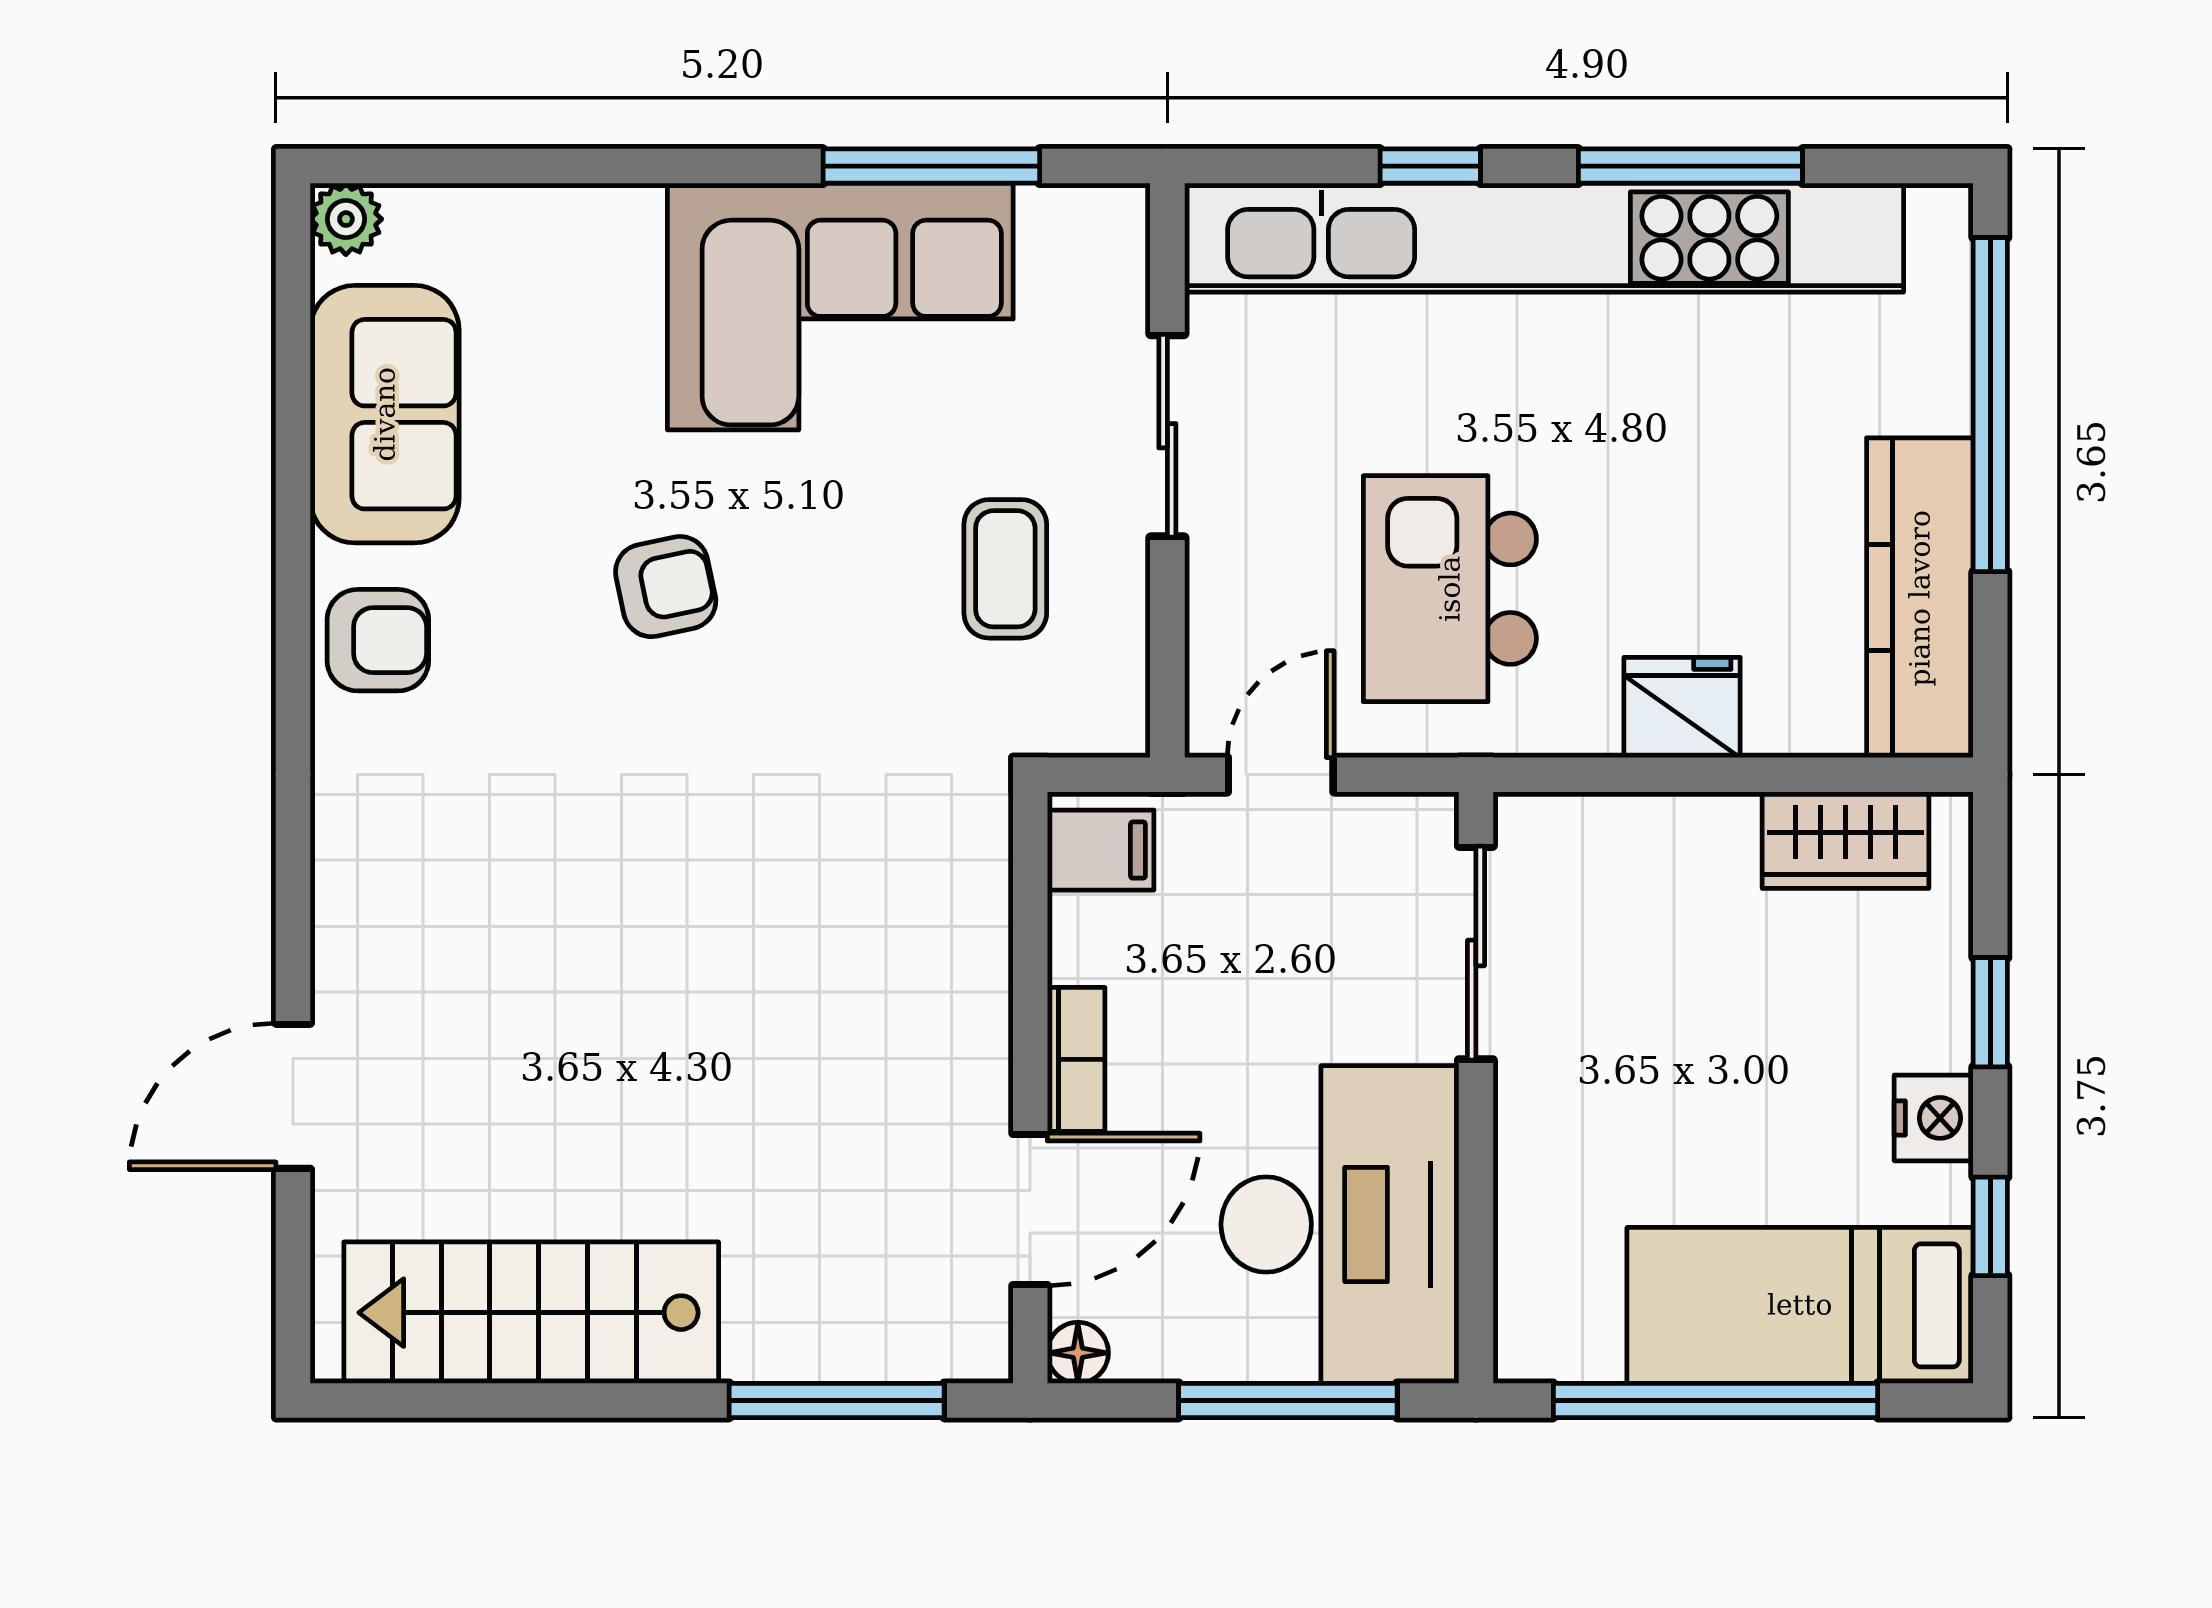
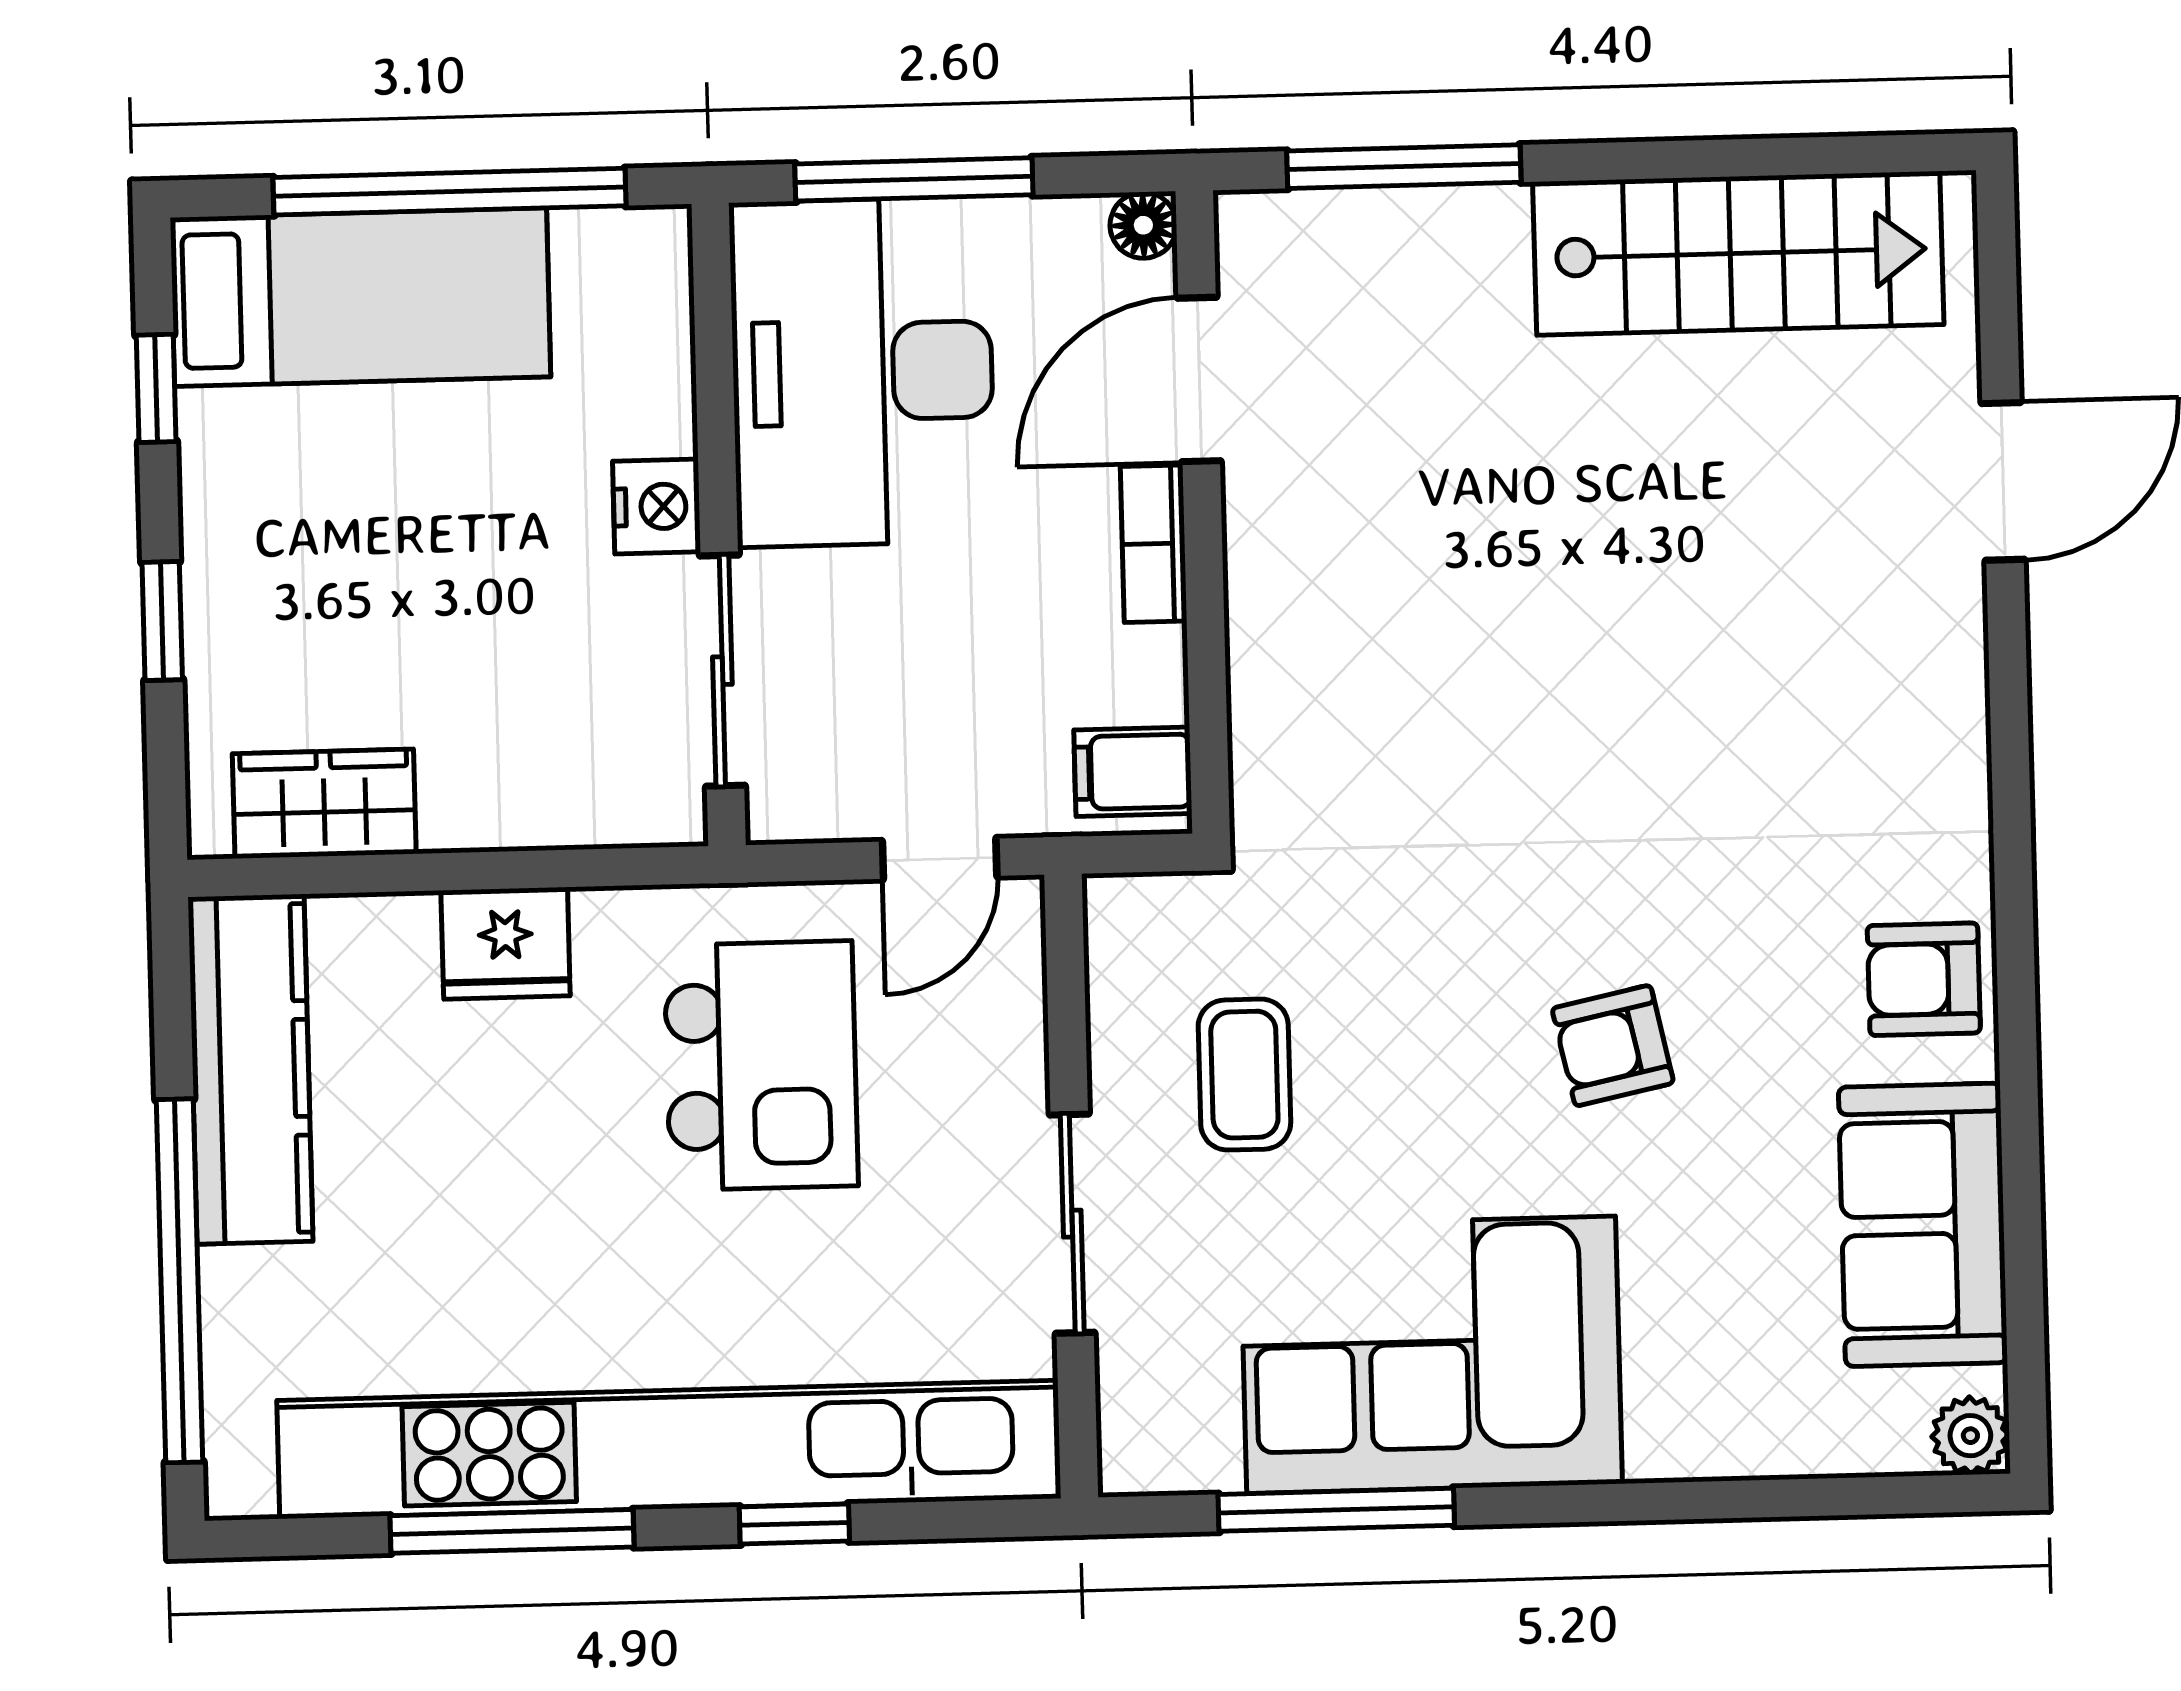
nightstand: (1934, 1118) -> (657, 507), moved, turned 180

